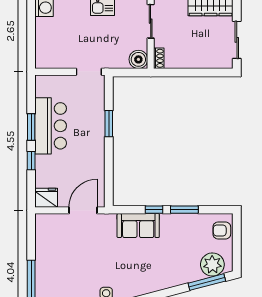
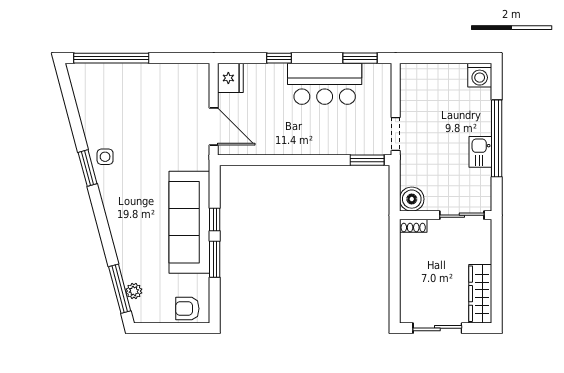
window: (109, 124) -> (367, 160), moved
window: (31, 127) -> (360, 58), moved
sofa: (138, 226) -> (189, 222), width x1.85, depth x1.27
armchair: (222, 230) -> (187, 309), turned -90
plant: (212, 264) -> (134, 291), width x0.53, depth x0.53

